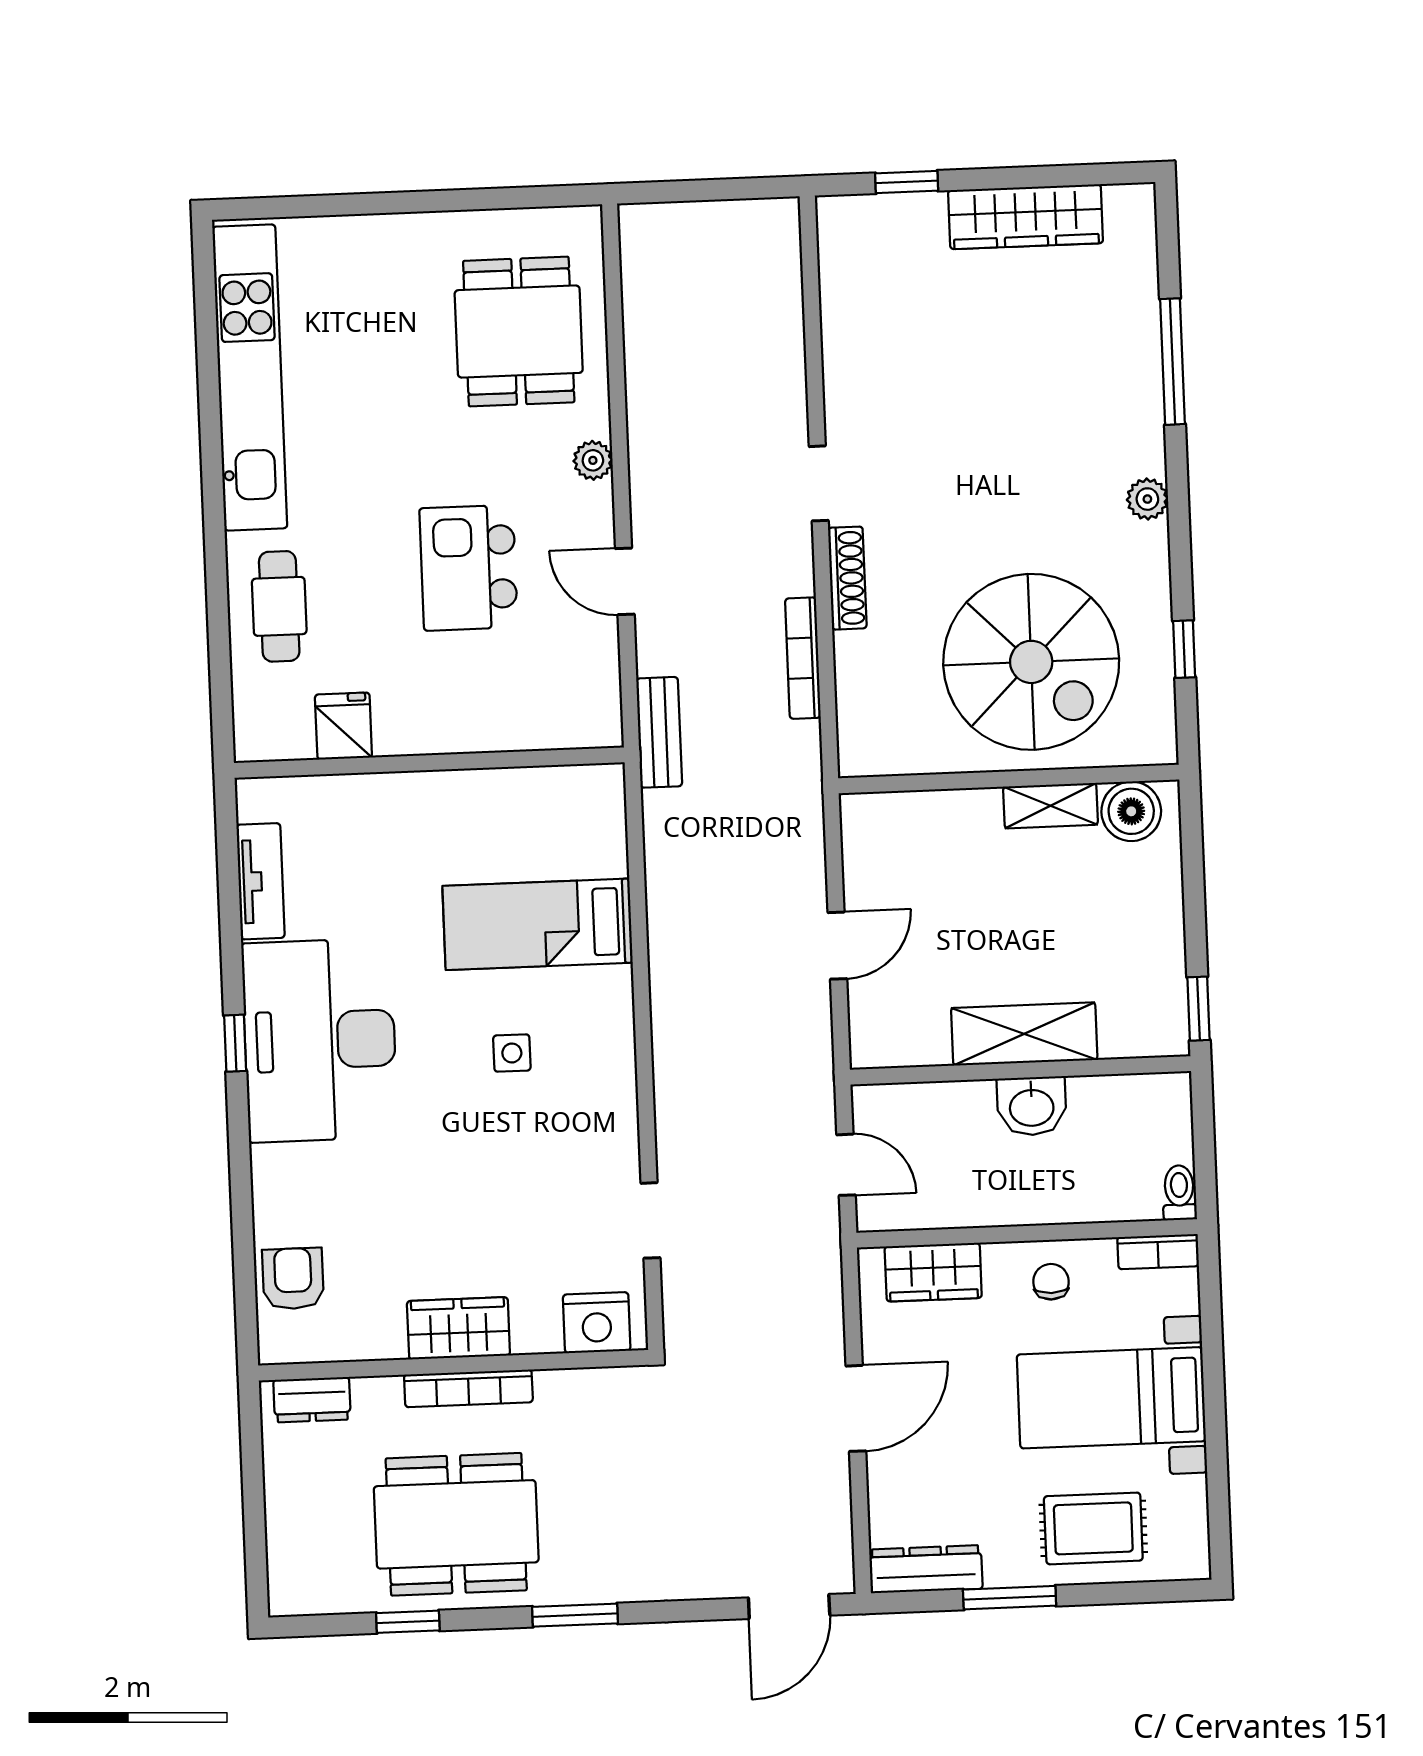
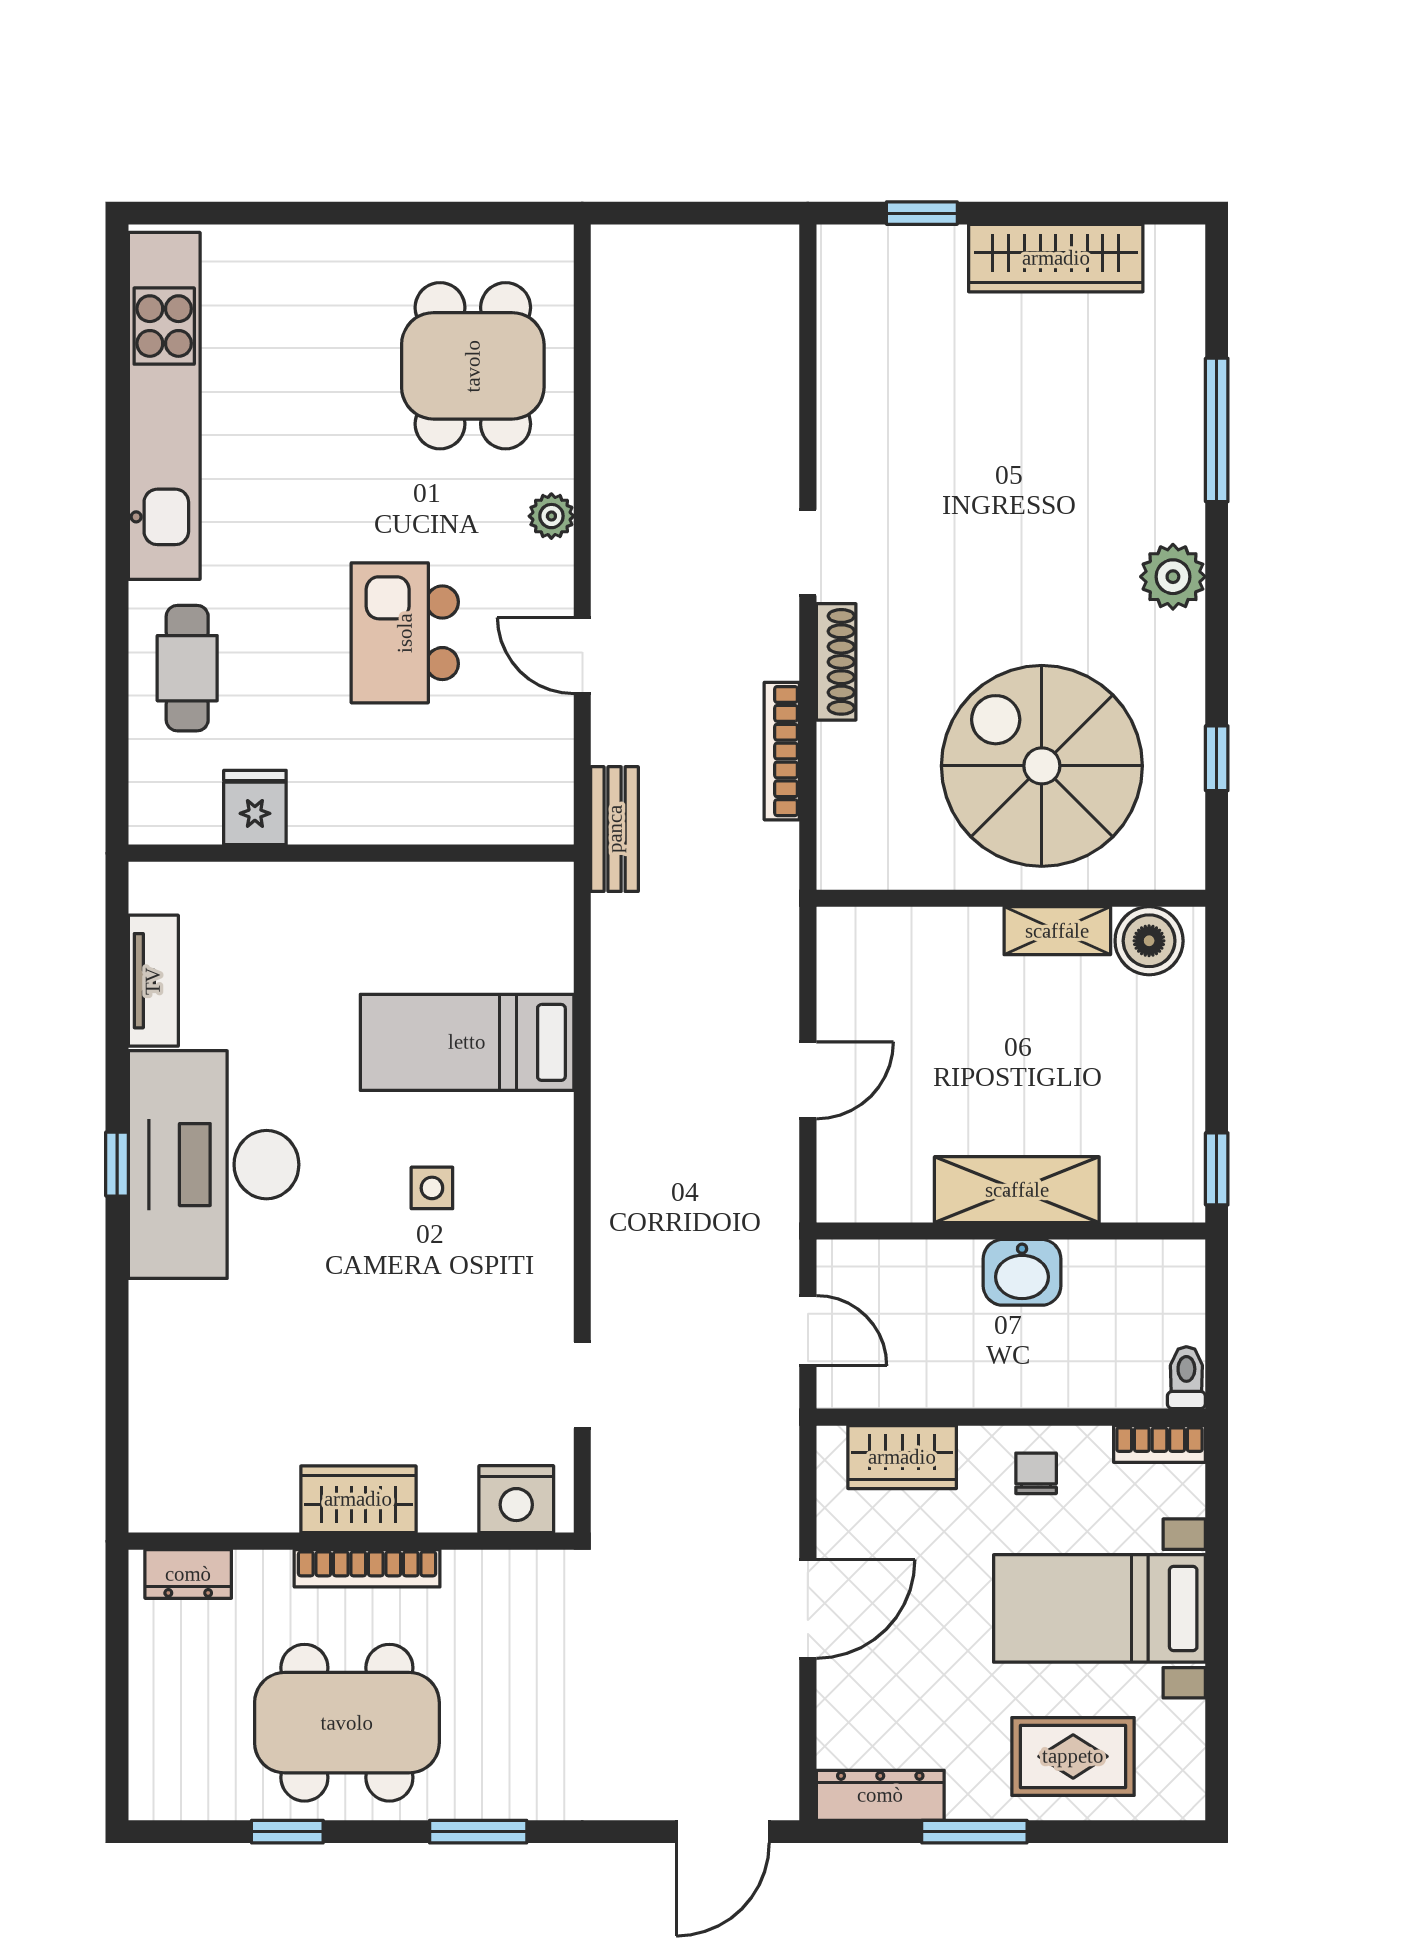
plant: (1147, 499) -> (1173, 577), width x1.38, depth x1.38
spiral stairs: (1031, 662) -> (1042, 766), turned 180
armchair: (293, 1279) -> (172, 1435), removed

